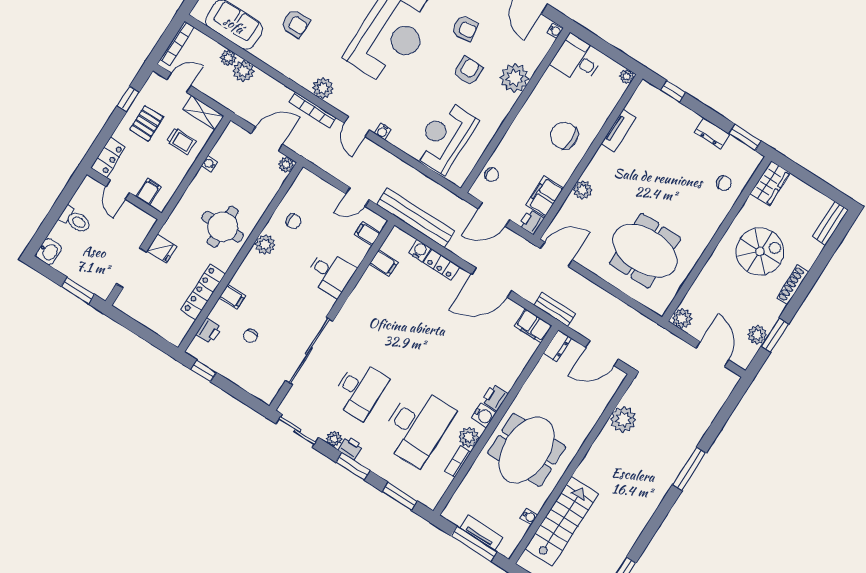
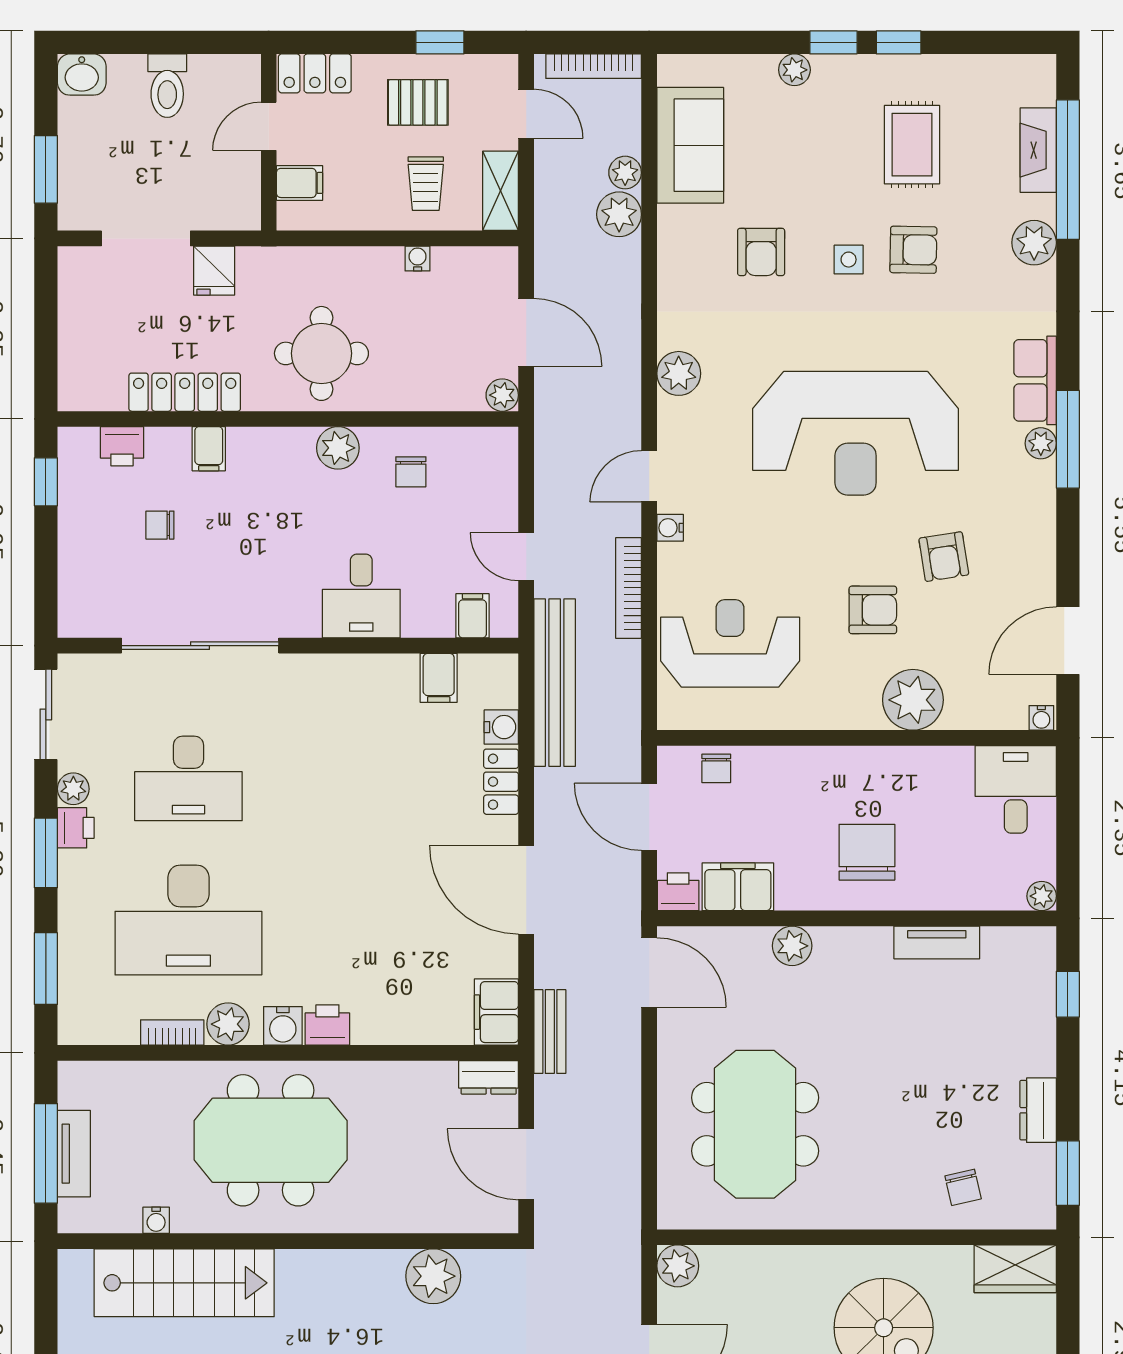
bookcase: (313, 110) -> (629, 588), moved

